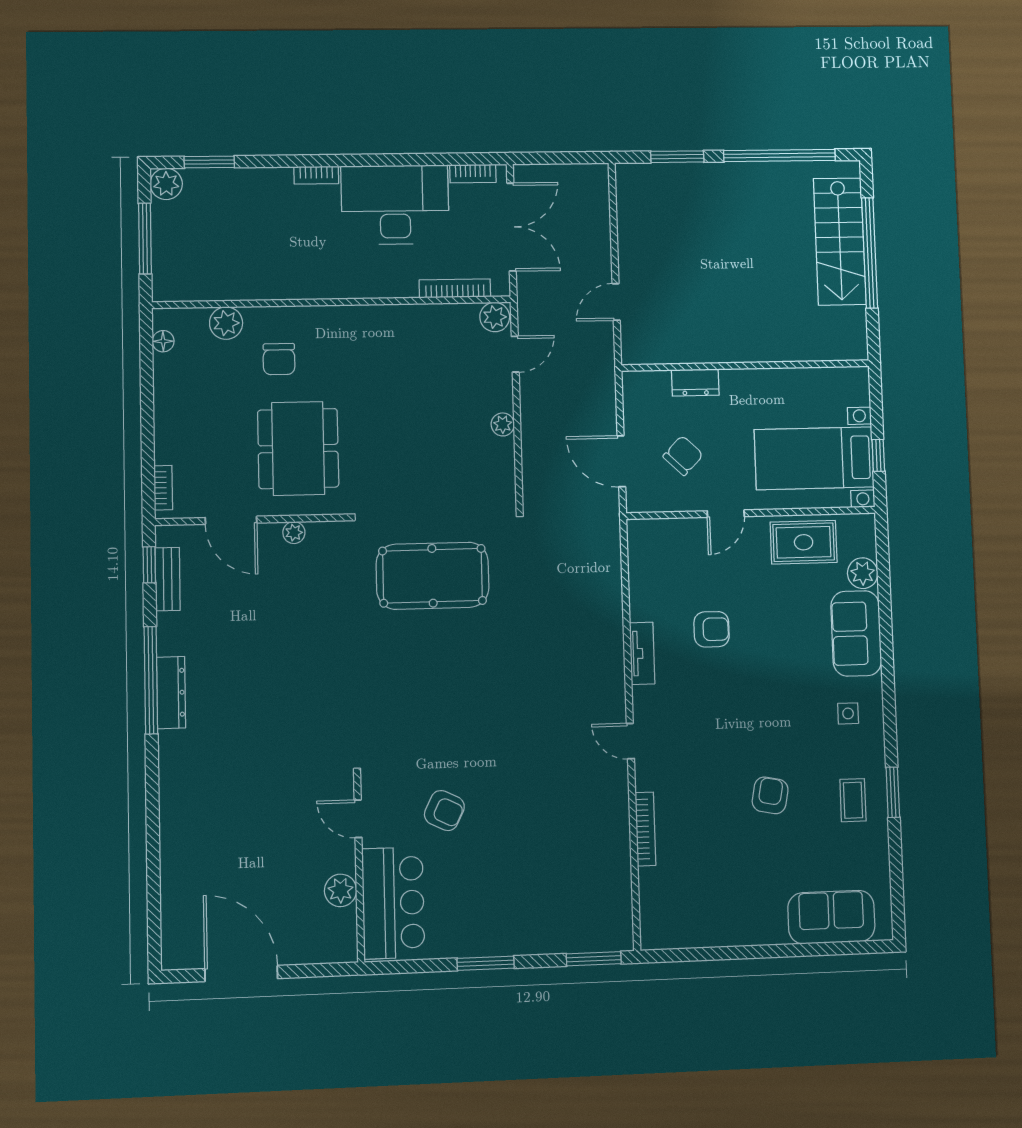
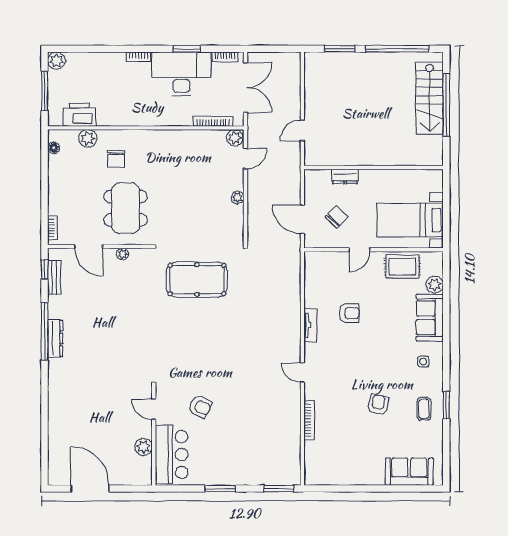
window: (209, 162) -> (187, 49), moved
printer: (210, 281) -> (79, 115), added
window: (878, 455) -> (446, 219), removed

